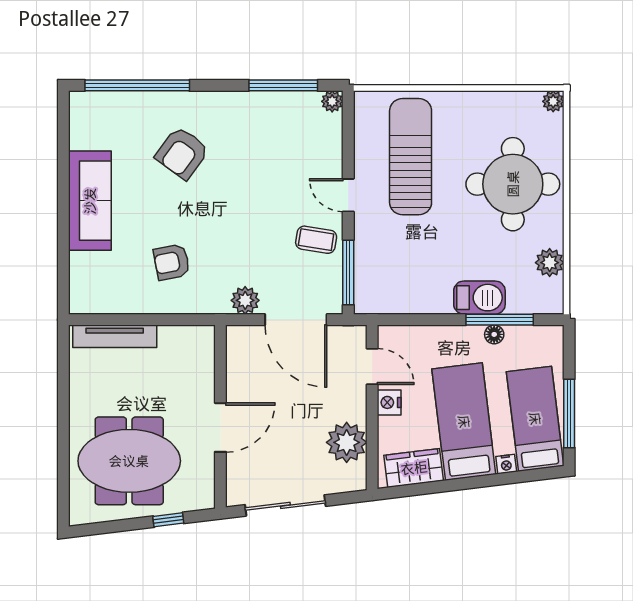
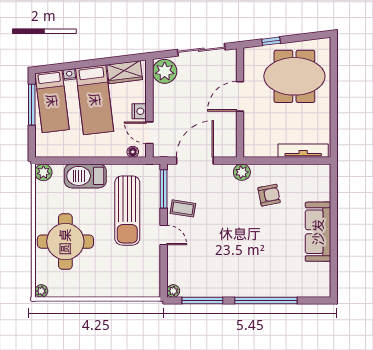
window: (137, 85) -> (266, 301), moved
armchair: (182, 153) -> (263, 260), removed
sun lounger: (411, 157) -> (127, 211), moved
plant: (550, 263) -> (43, 172), moved
barbecue: (479, 298) -> (85, 176), width x1.37, depth x1.21
plant: (245, 300) -> (242, 172), moved
door: (296, 320) -> (195, 161), hinge flipped
window: (500, 320) -> (73, 161), removed
floor lamp: (494, 334) -> (133, 152), moved
plant: (347, 442) -> (165, 71), moved

